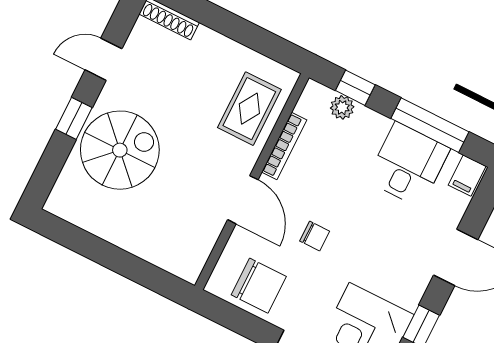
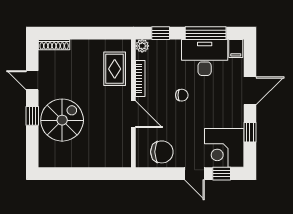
door: (103, 59) -> (32, 80), hinge flipped
plant: (342, 107) -> (142, 46), moved
desk: (408, 164) -> (205, 57), width x1.37
chair: (315, 236) -> (182, 95), moved

